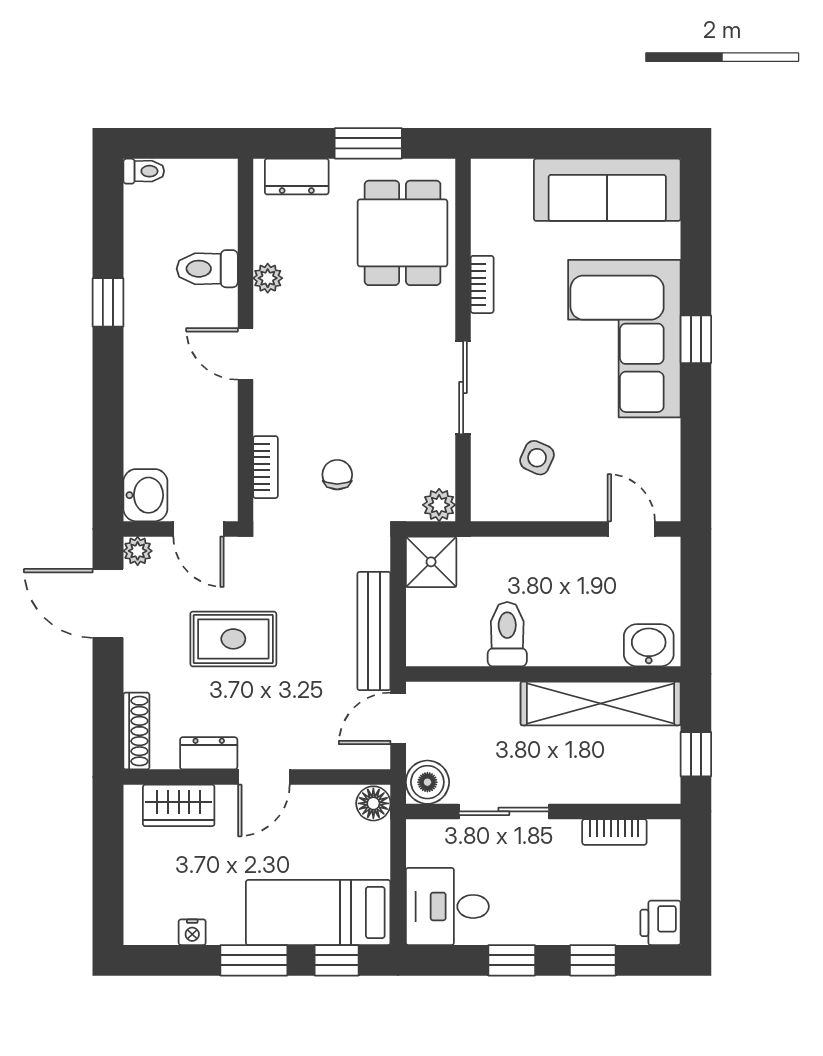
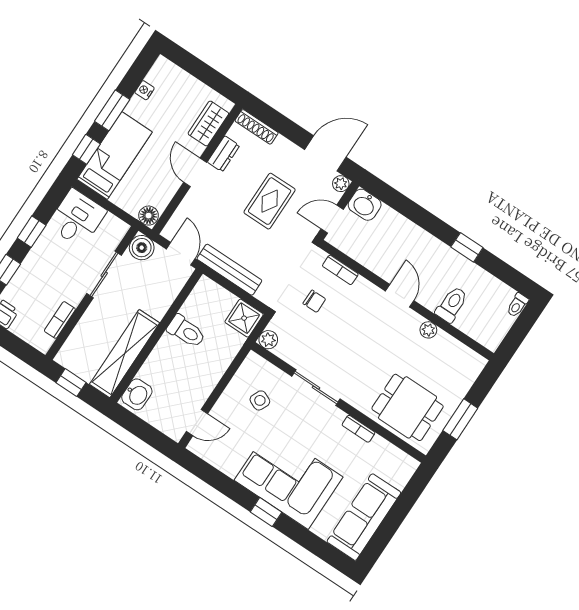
dresser: (297, 177) -> (467, 375), removed
door: (245, 354) -> (400, 296), hinge flipped

